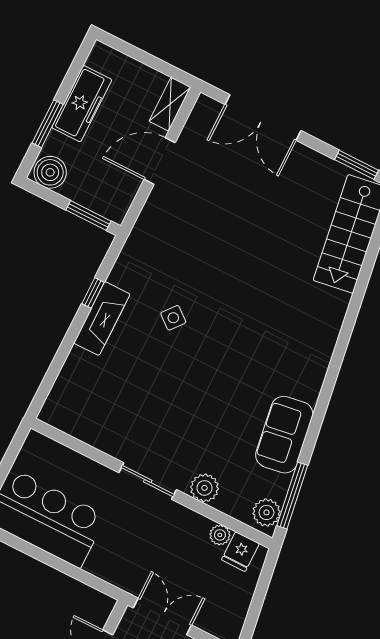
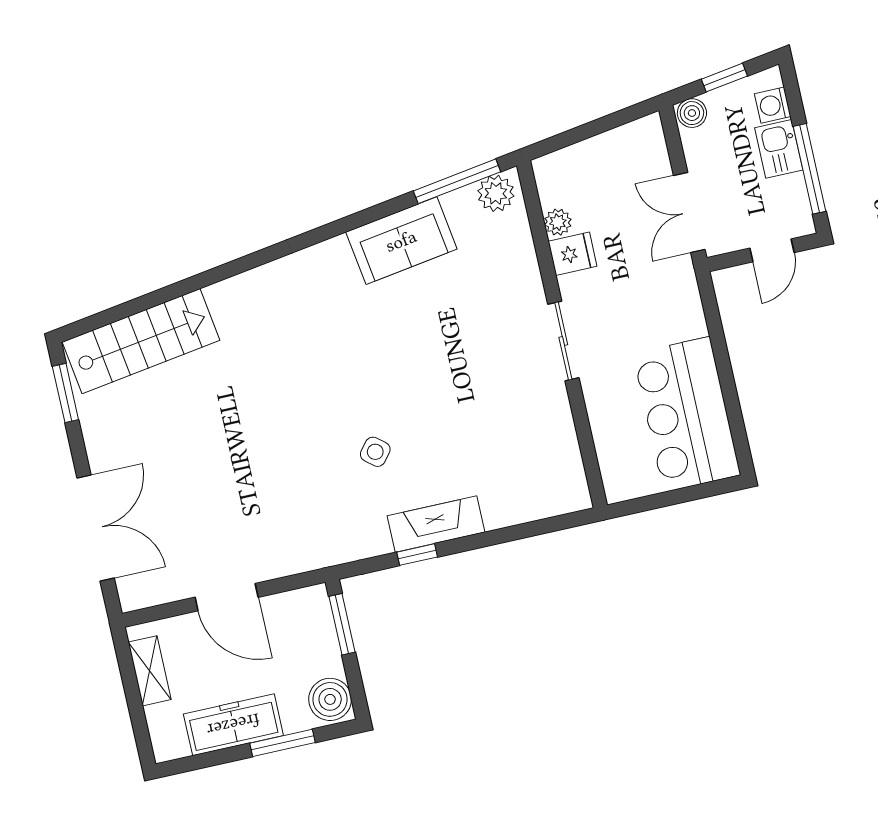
shelving: (170, 104) -> (150, 671), moved, turned 90
plant: (204, 488) -> (523, 277), removed
fridge: (240, 552) -> (573, 254), moved

